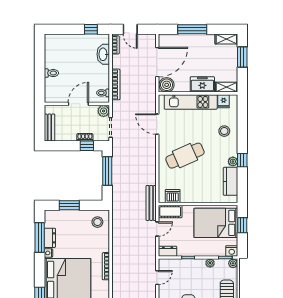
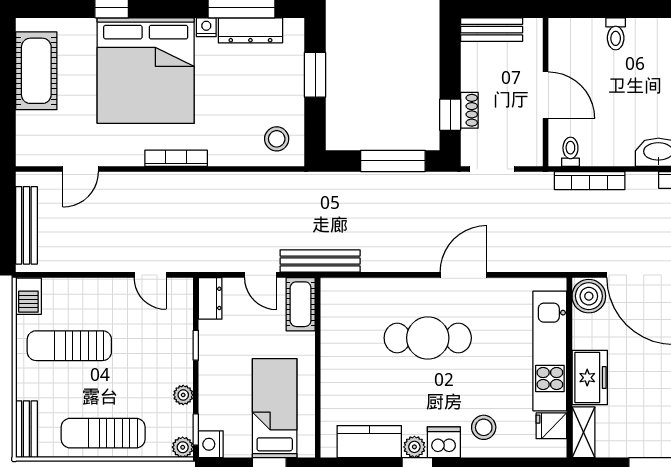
plant: (104, 111) -> (529, 153), removed
door: (157, 124) -> (463, 275), moved
cafe table: (185, 156) -> (428, 338), turned -66
dishwasher: (173, 196) -> (444, 442), moved, turned -90
bed: (216, 223) -> (275, 408), width x0.67
dresser: (50, 238) -> (250, 30), width x1.44

